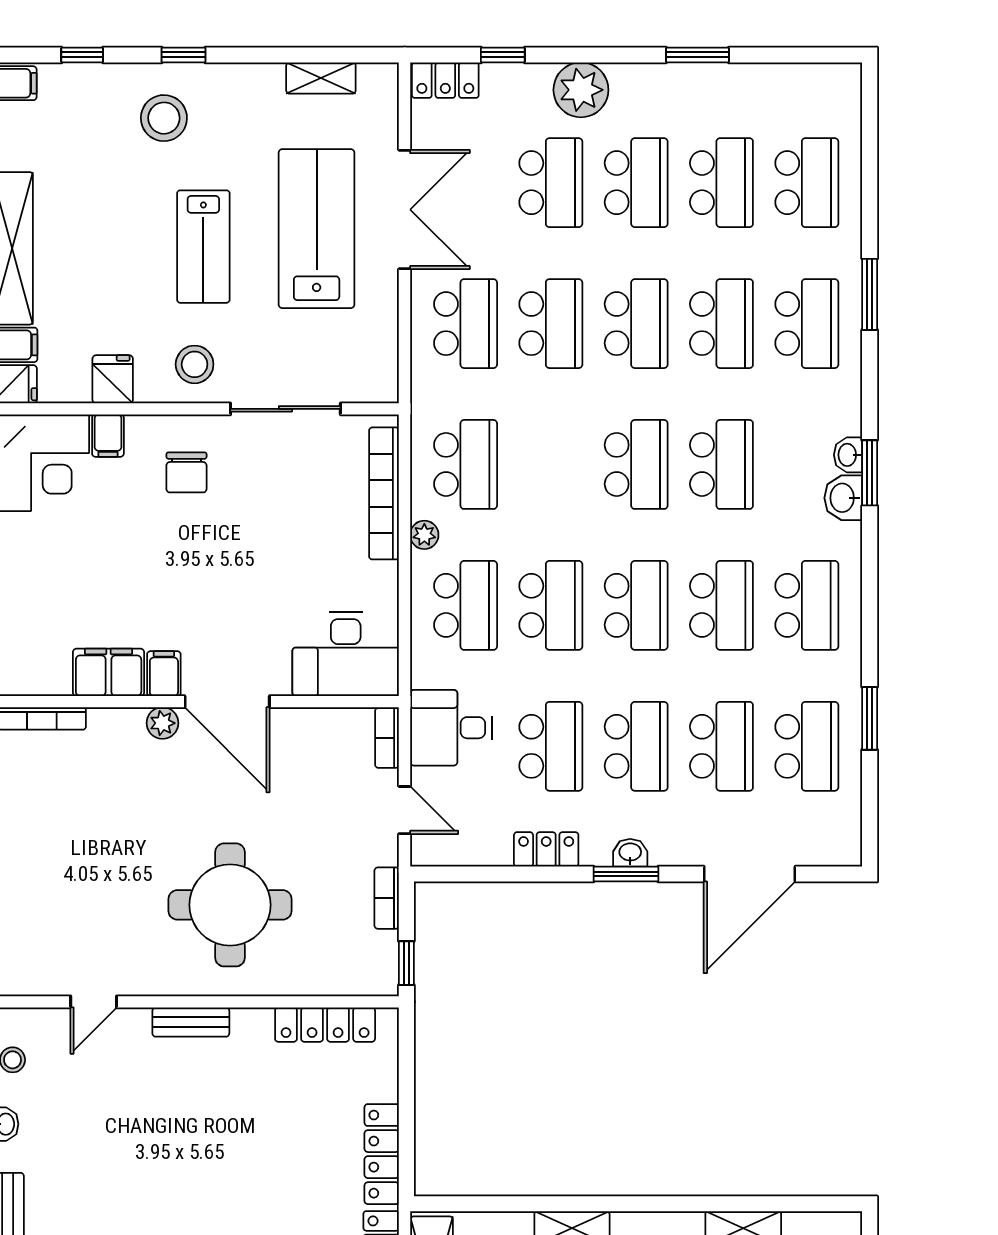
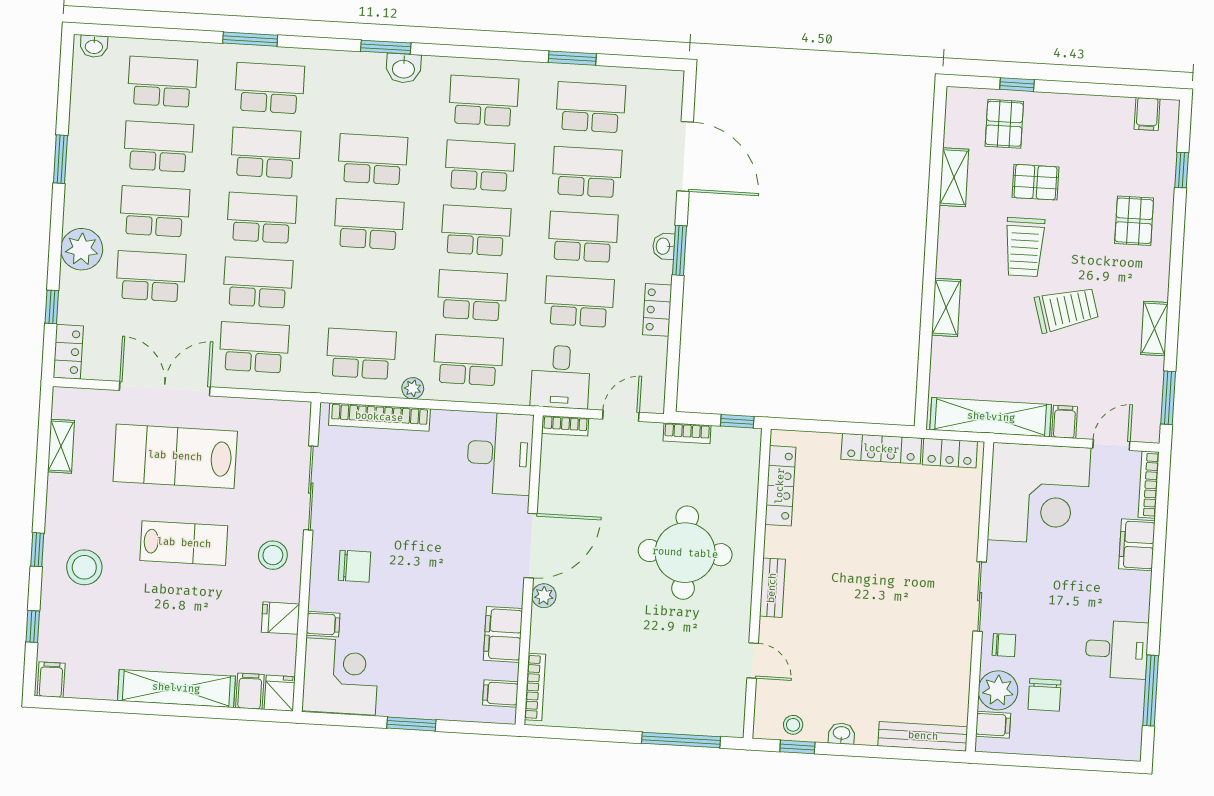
washbasin: (848, 455) -> (94, 46), moved
filing cabinet: (164, 674) -> (500, 693), moved

